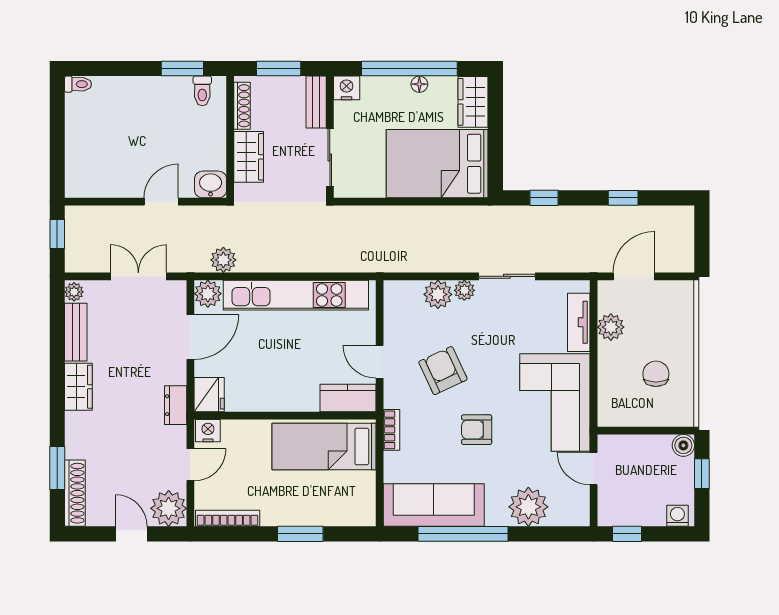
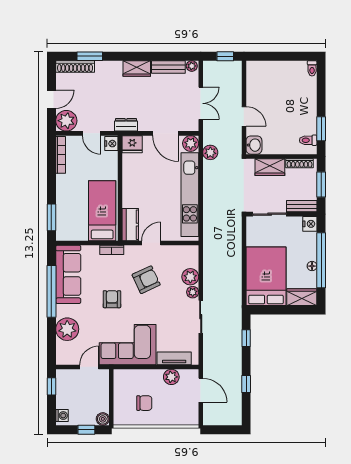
window: (300, 534) -> (51, 217), moved

